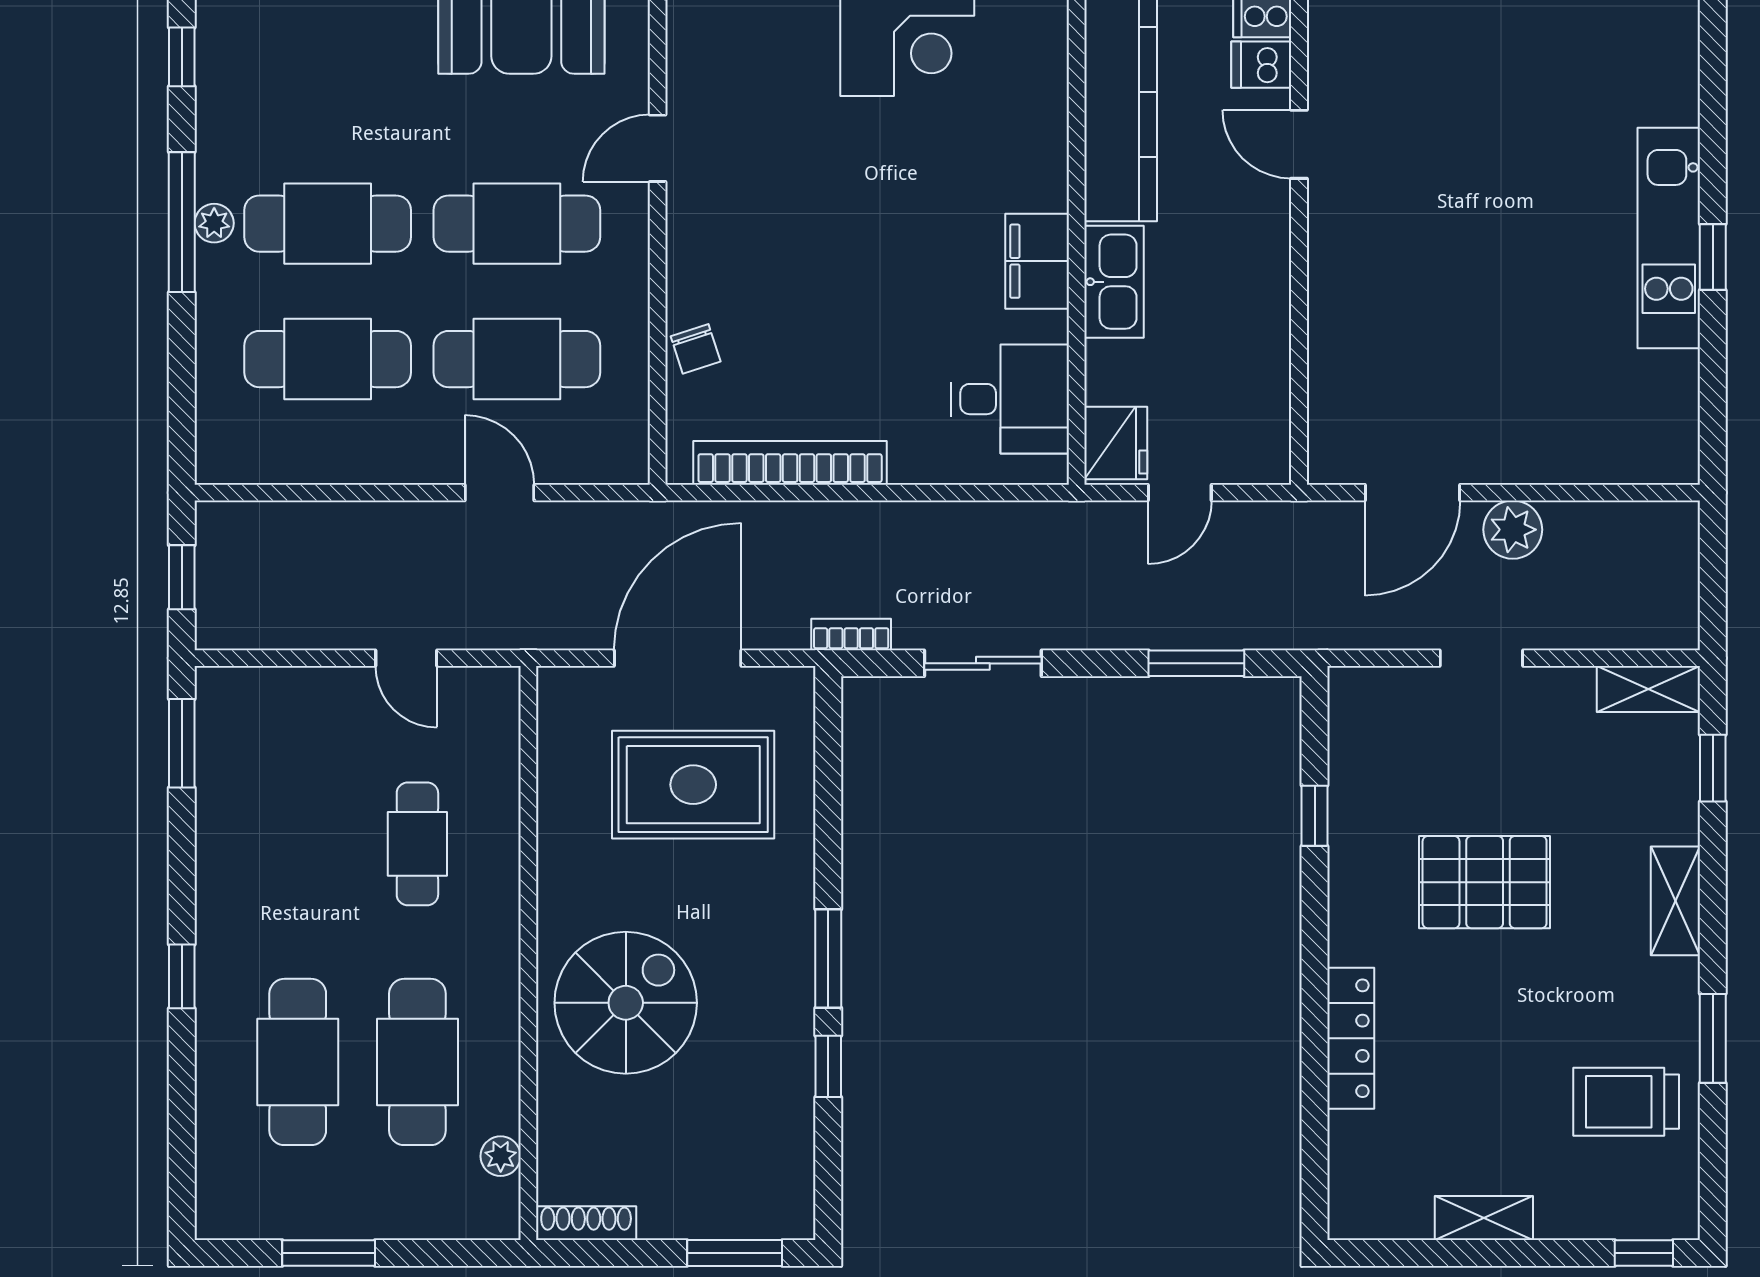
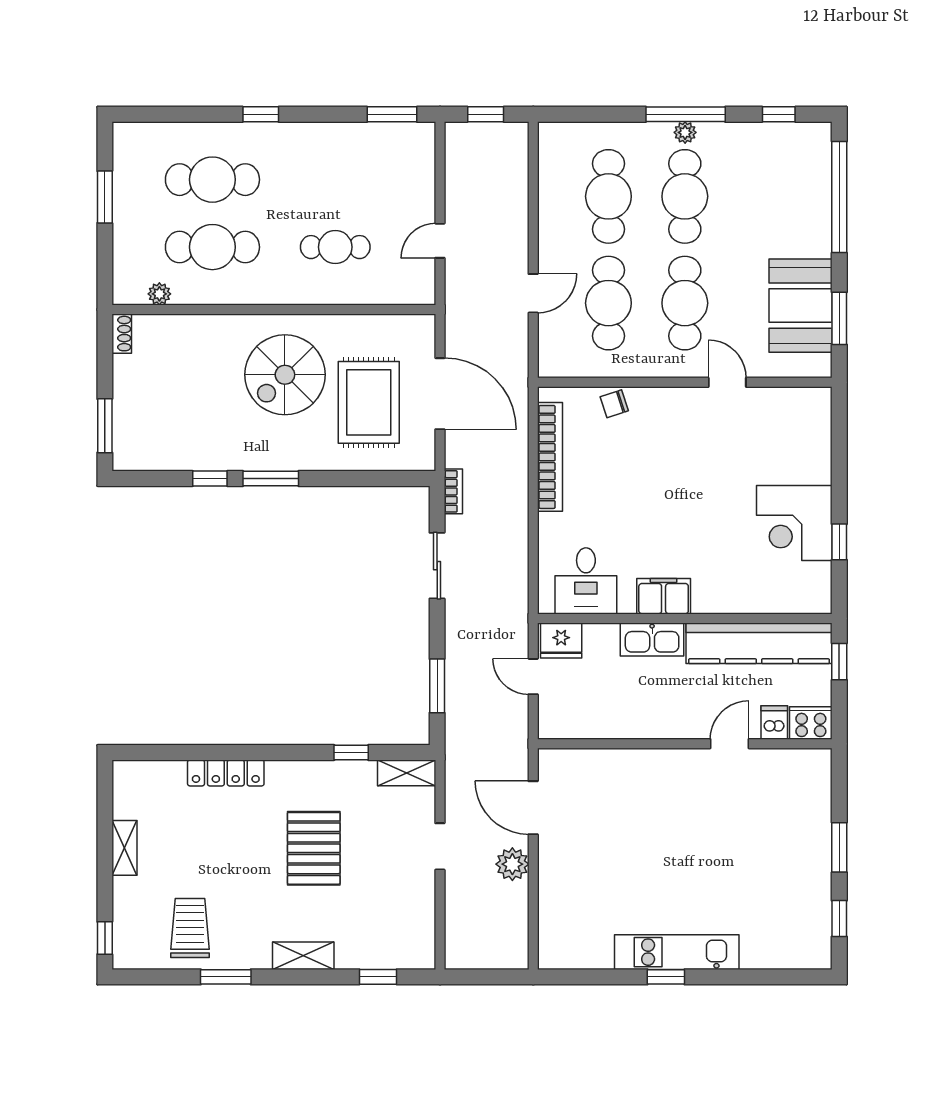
shelving: (1648, 689) -> (407, 773), moved, turned 90
spiral stairs: (626, 1003) -> (285, 375), moved, turned 90
shoe rack: (586, 1223) -> (122, 334), width x0.70

